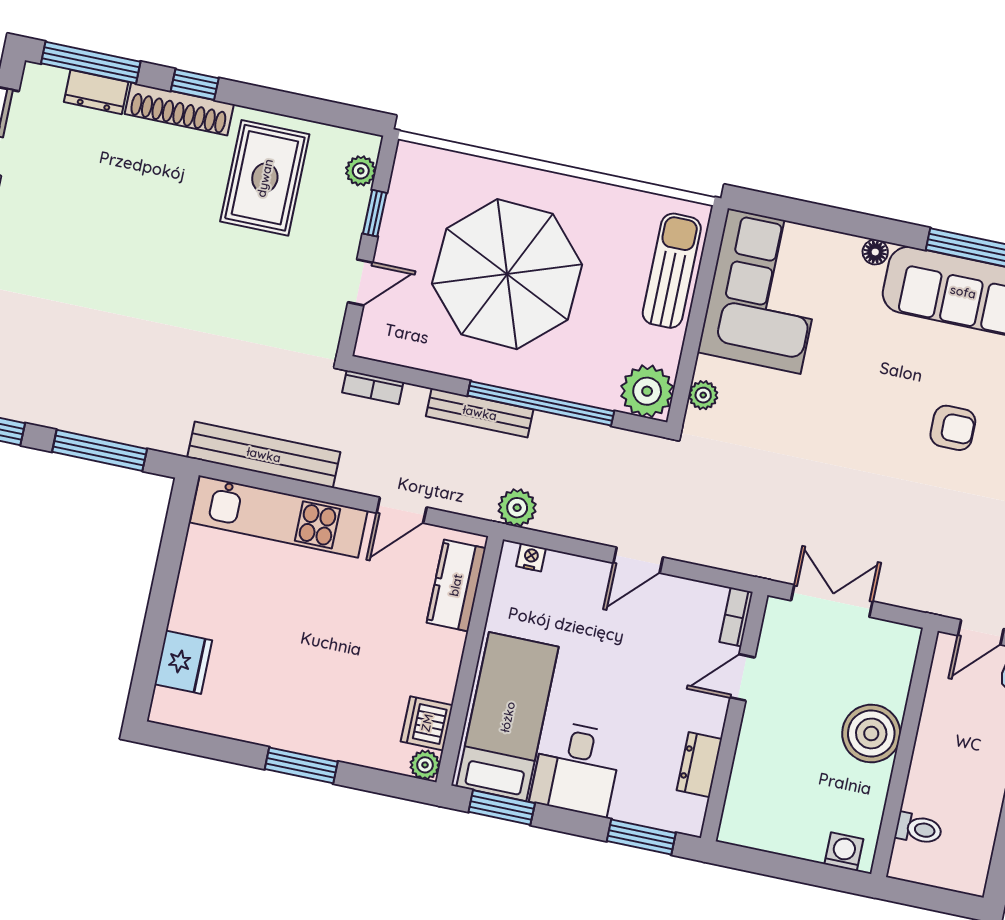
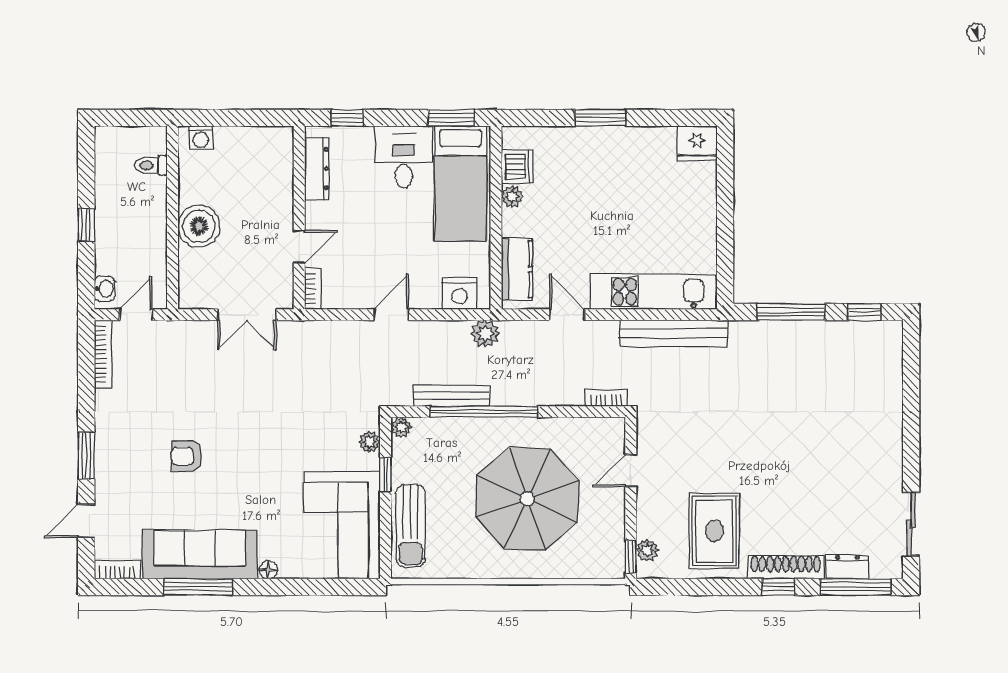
window: (375, 213) -> (631, 557), moved
window: (691, 347) -> (385, 474), added
plant: (647, 391) -> (401, 427), width x0.53, depth x0.53
bench: (480, 413) -> (451, 396), moved
door: (402, 510) -> (567, 315), hinge flipped
nightstand: (531, 557) -> (460, 294), width x1.89, depth x1.79
fridge: (183, 662) -> (697, 143), moved, turned -90
plant: (425, 765) -> (512, 196), moved
dresser: (699, 765) -> (317, 169), width x1.44
window: (641, 837) -> (347, 118), width x0.67

